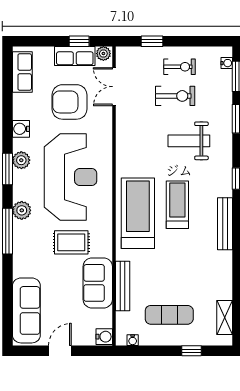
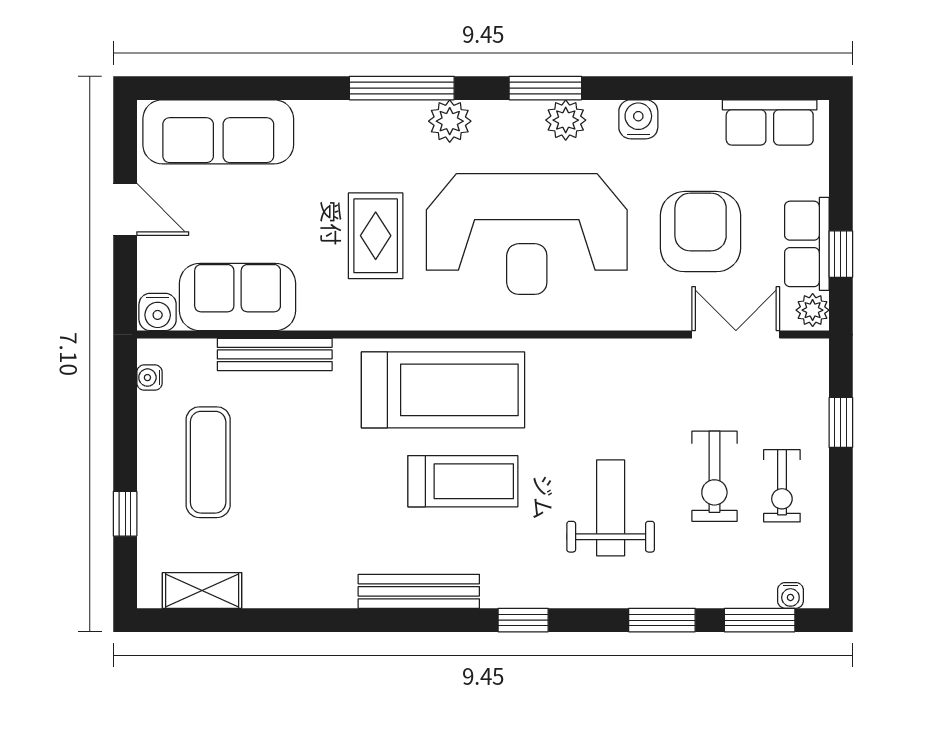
sofa: (98, 283) -> (238, 297), moved

